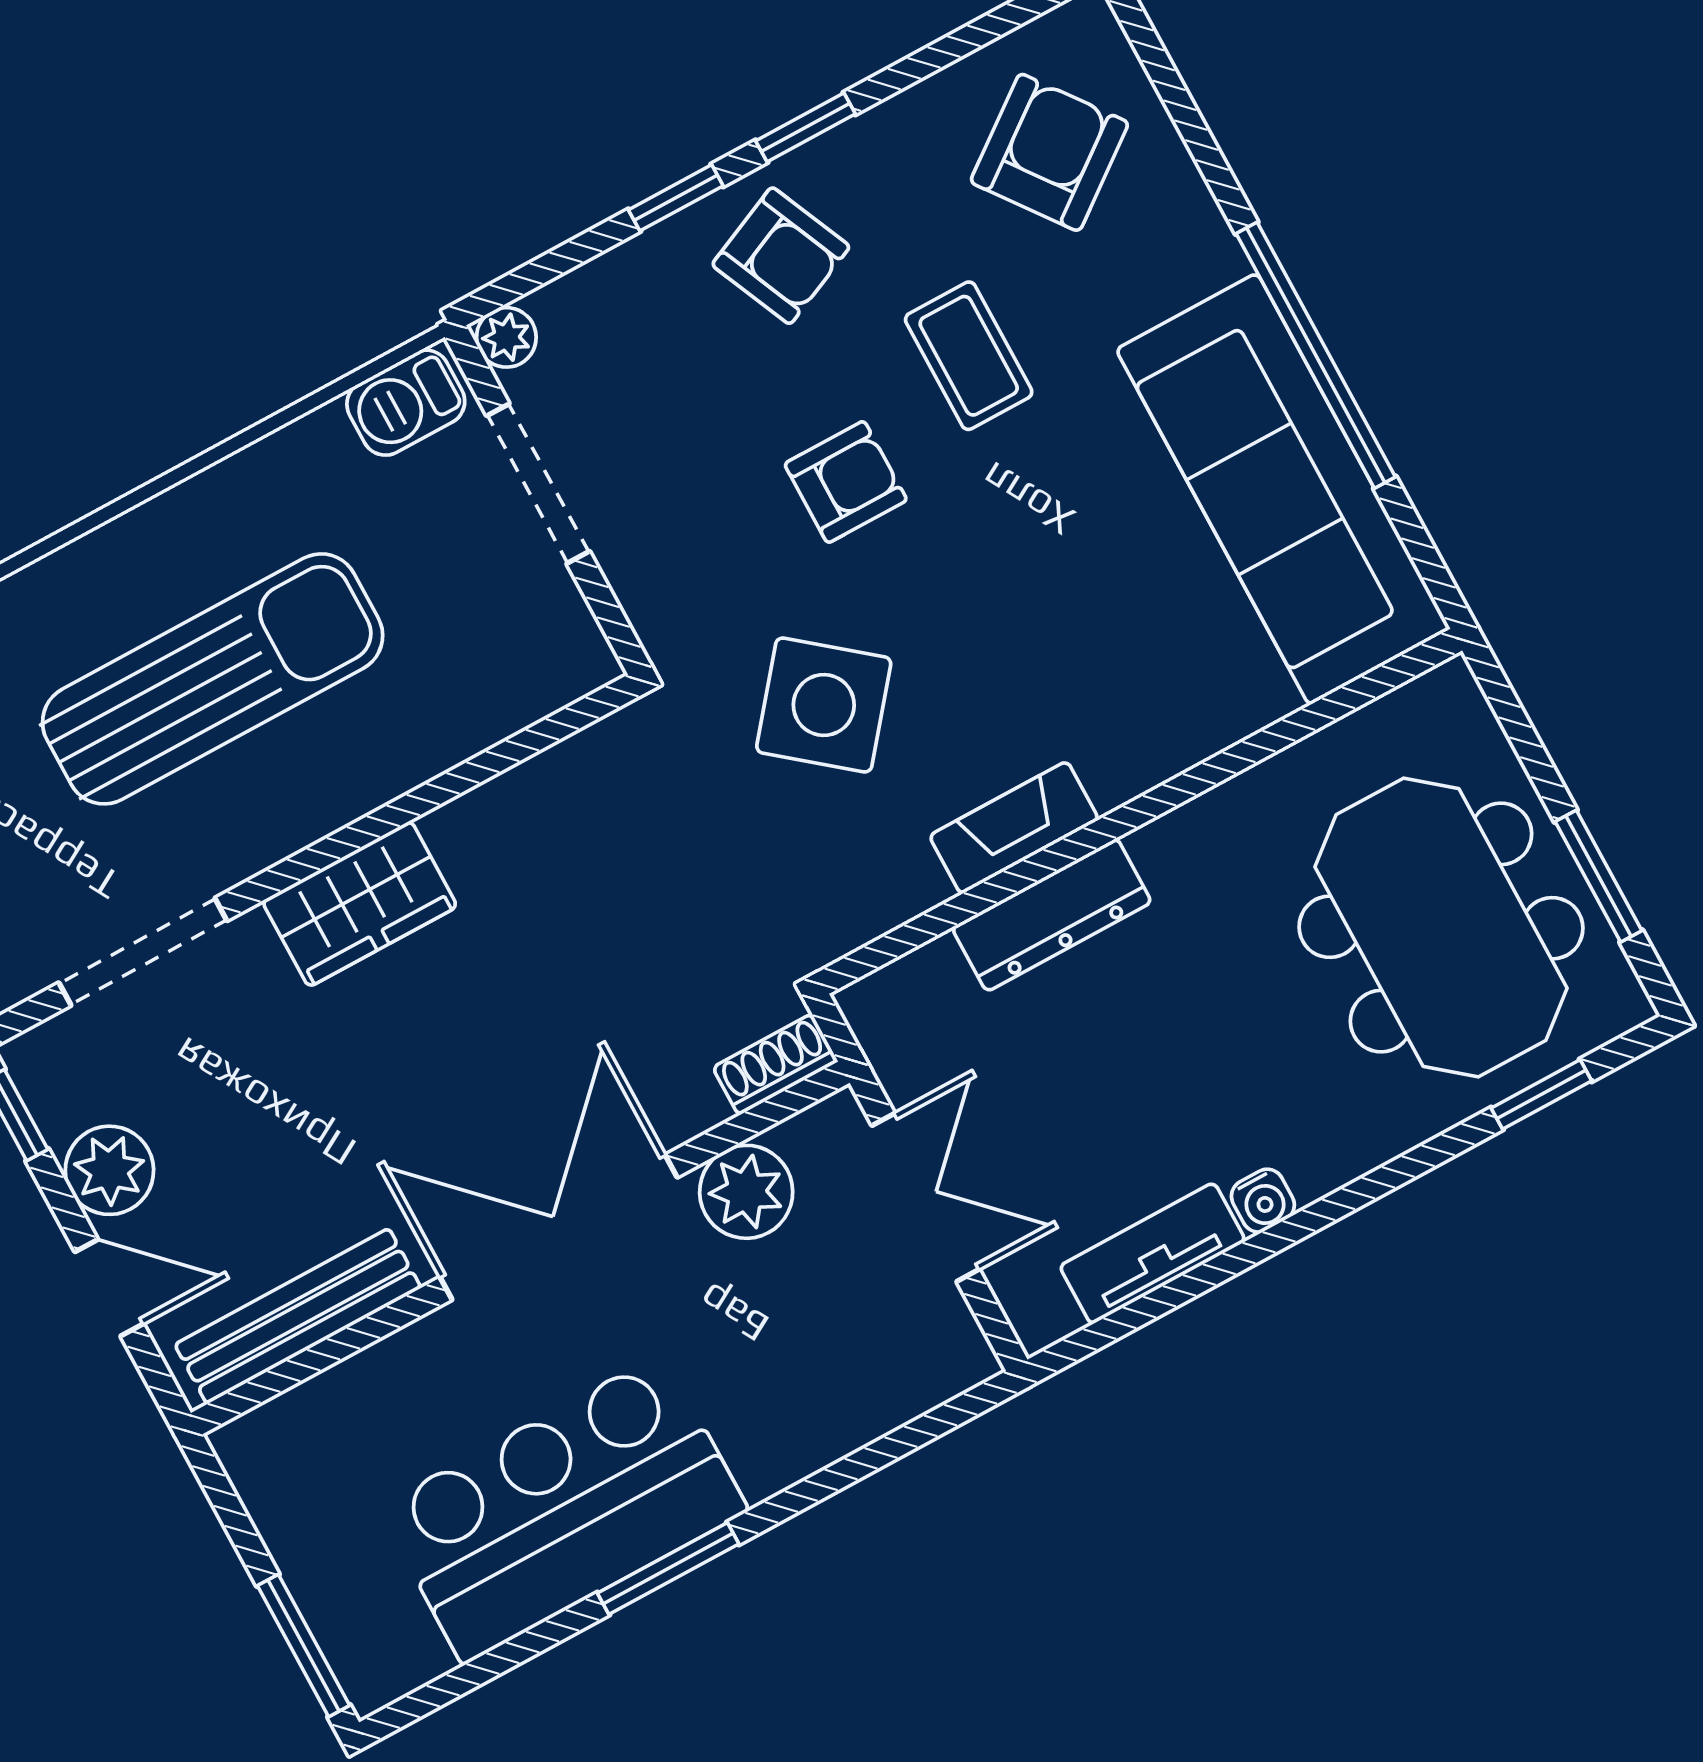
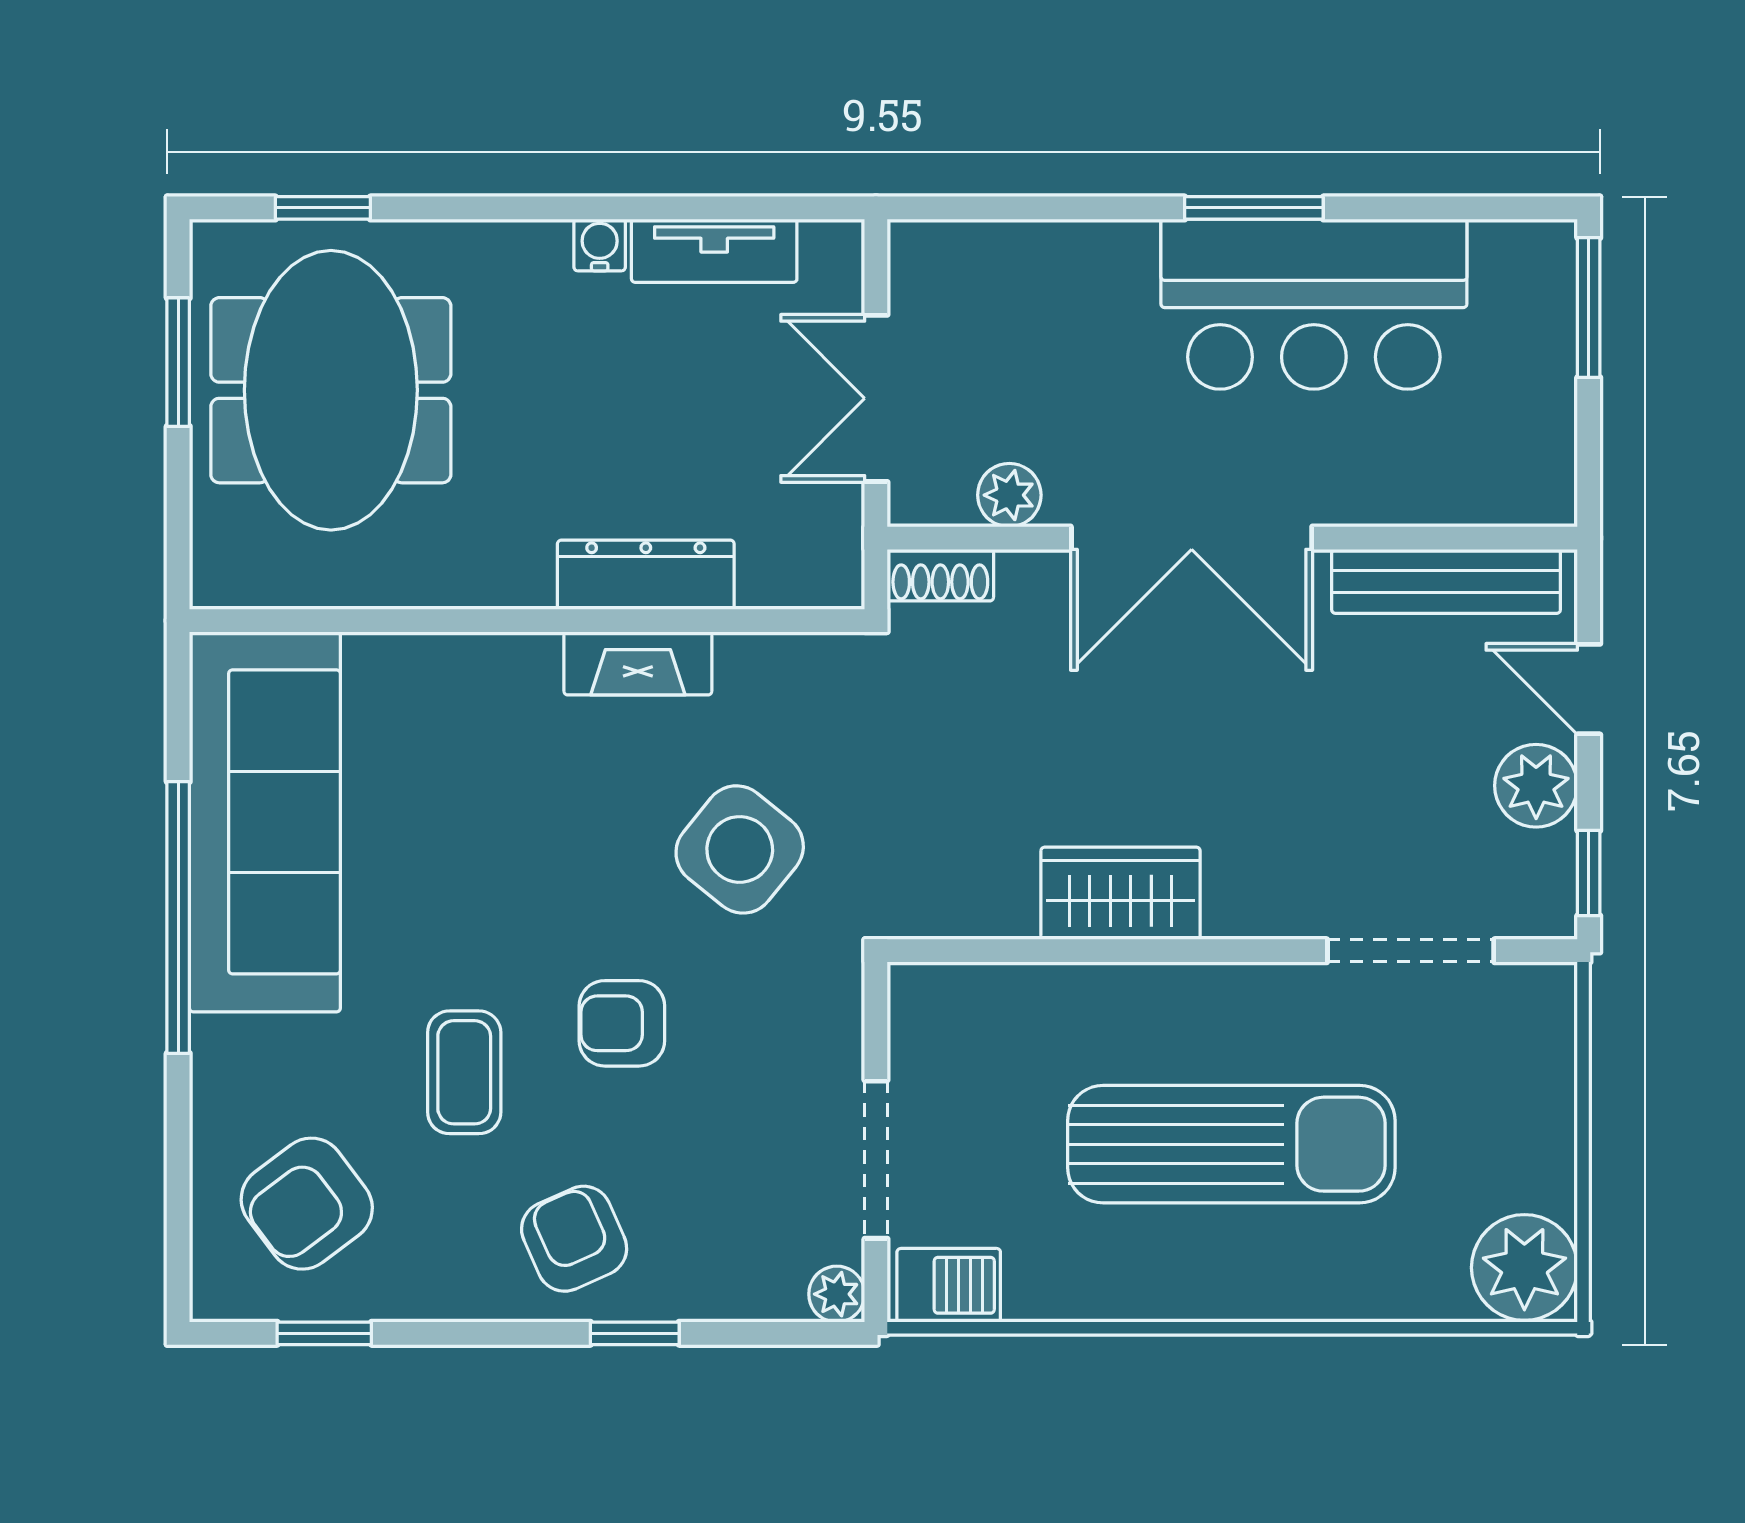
window: (806, 127) -> (324, 1333), moved
sun lounger: (213, 679) -> (1231, 1144), turned 180
wardrobe: (360, 904) -> (1121, 893), moved
plant: (746, 1192) -> (1009, 495), width x0.73, depth x0.73

